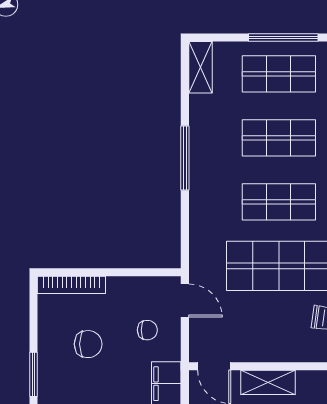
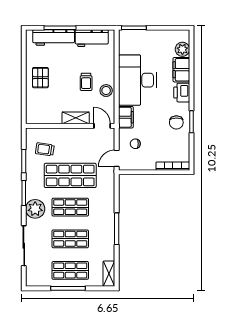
door: (185, 301) -> (117, 158), hinge flipped
chair: (88, 344) -> (176, 122), moved, turned -90

